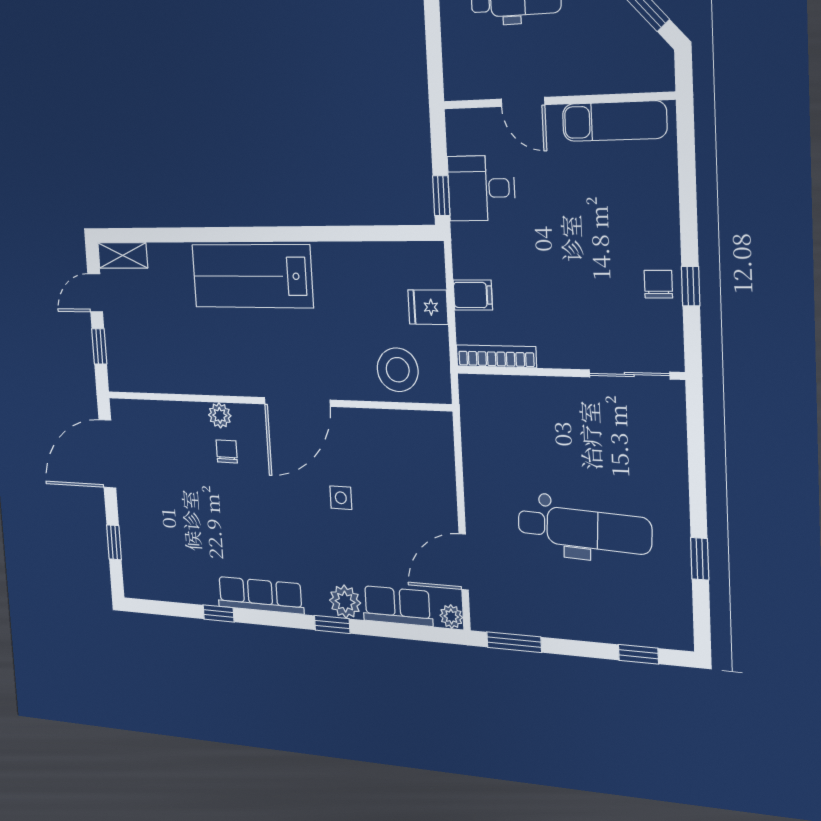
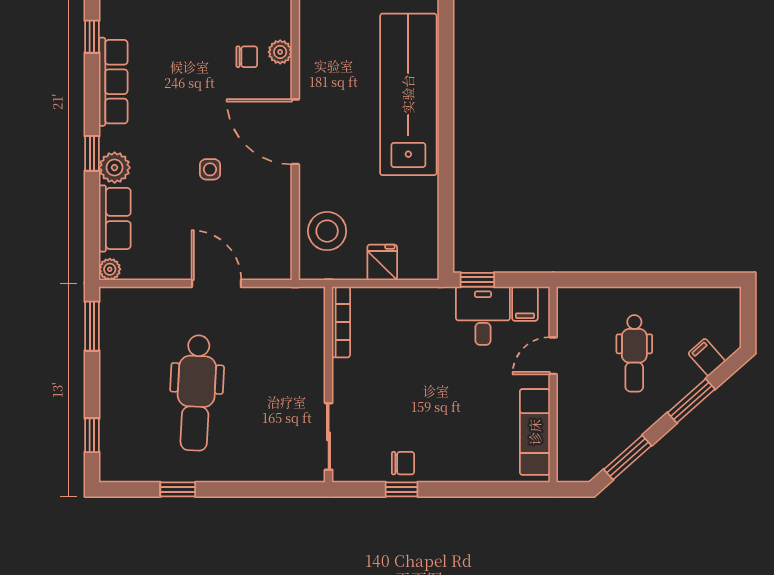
lab bench: (252, 276) -> (408, 94), width x1.36
filing cabinet: (473, 295) -> (525, 304), moved
door: (464, 562) -> (216, 283), moved

